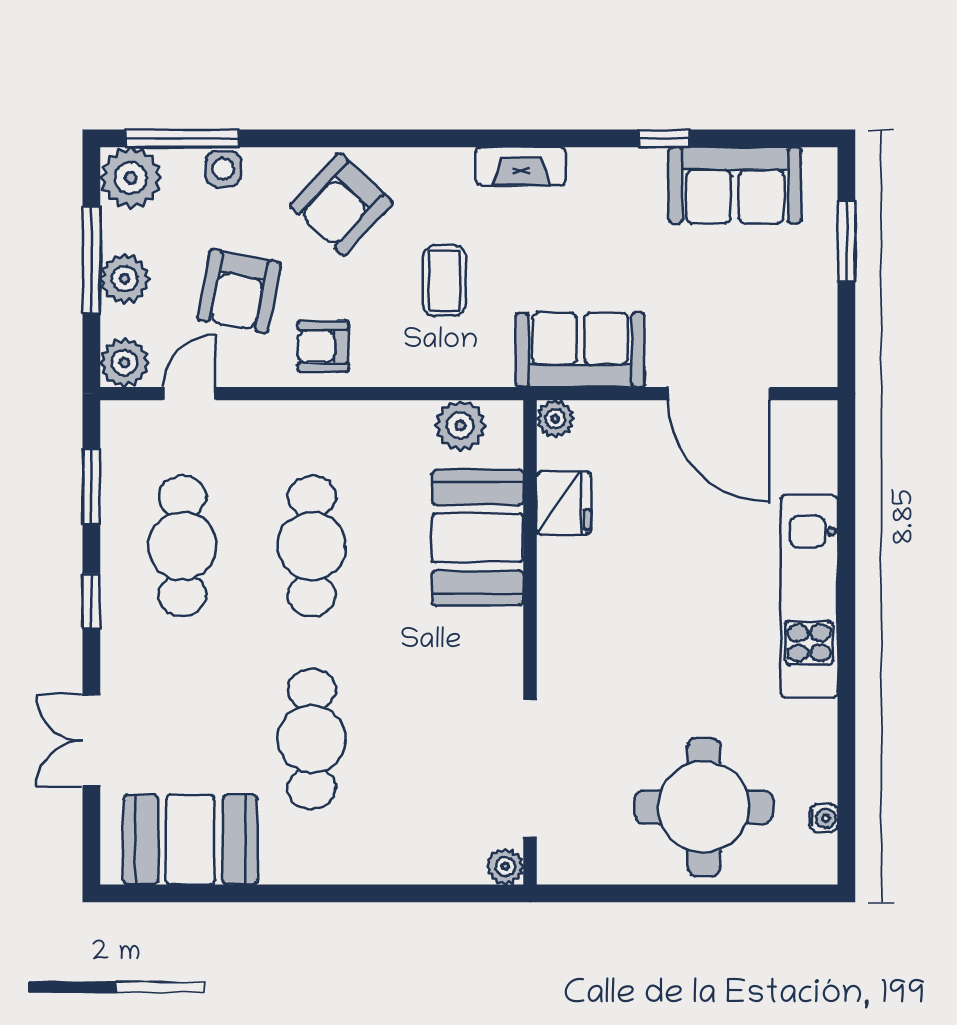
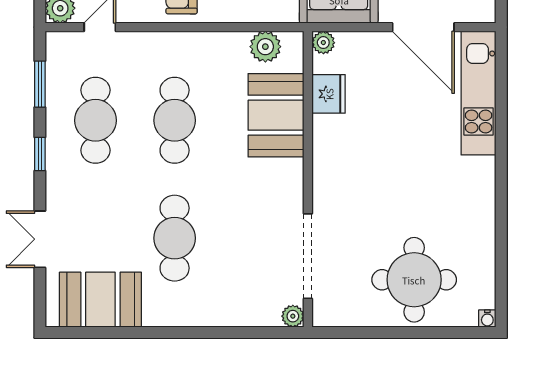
kitchen unit: (809, 596) -> (479, 93), moved
water cooler: (824, 818) -> (487, 319), moved, turned 90

